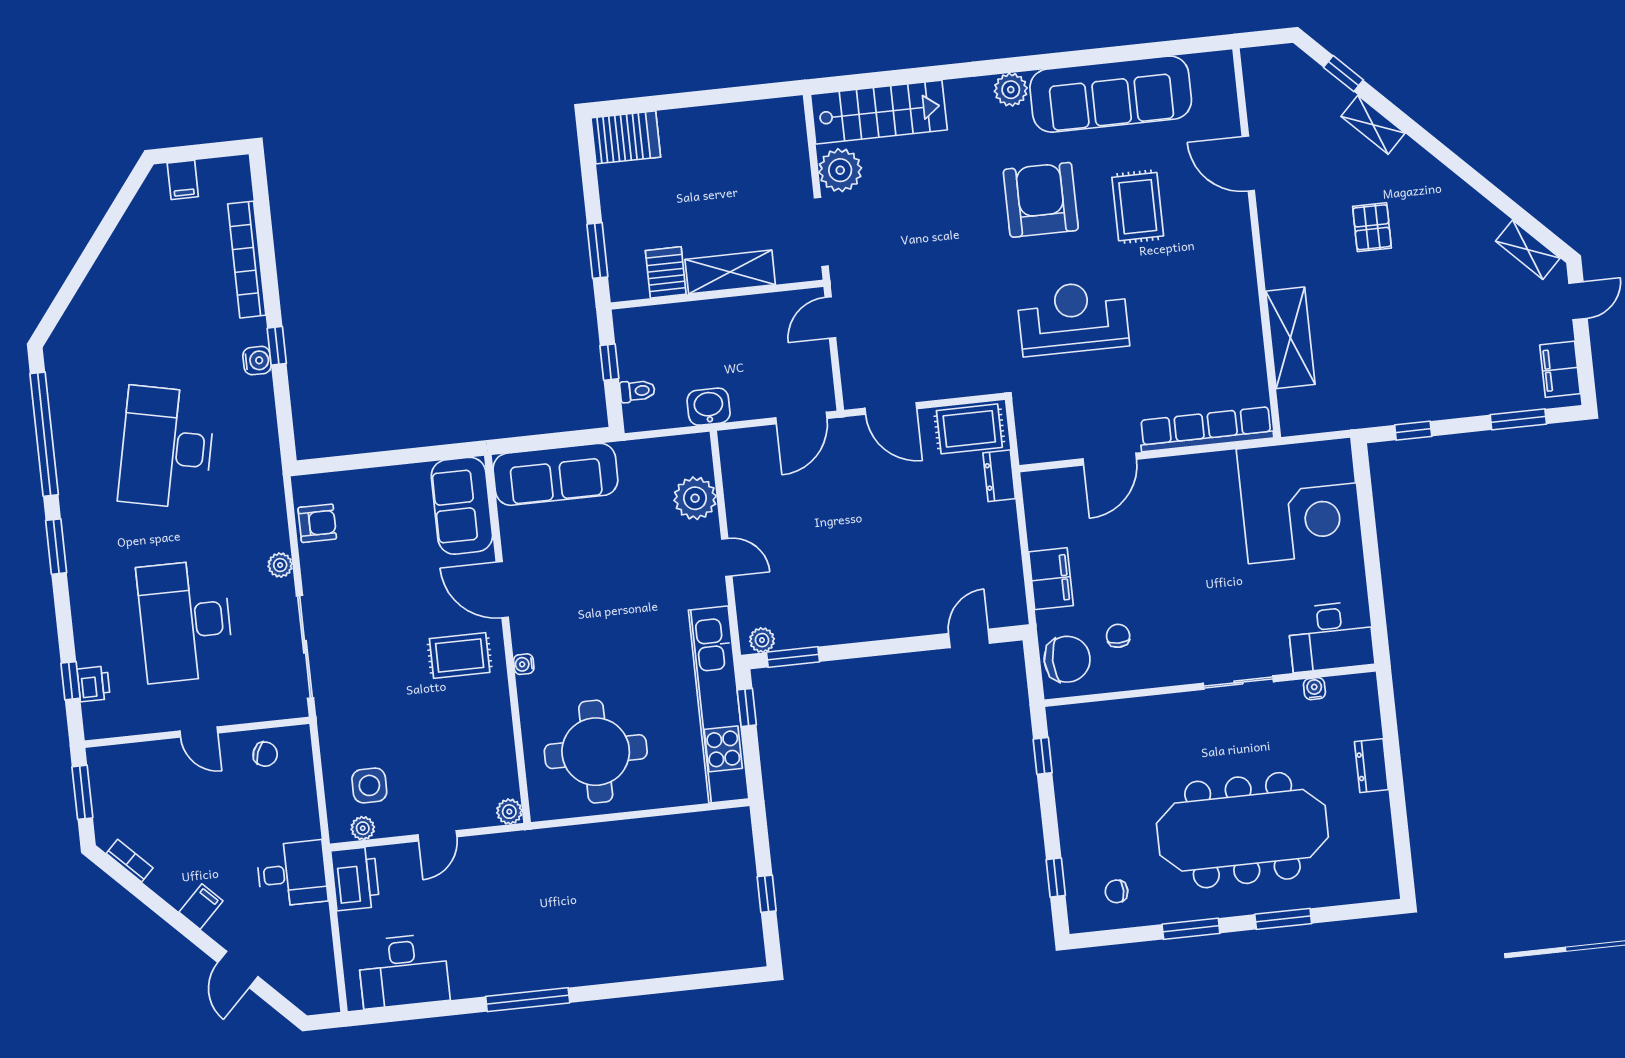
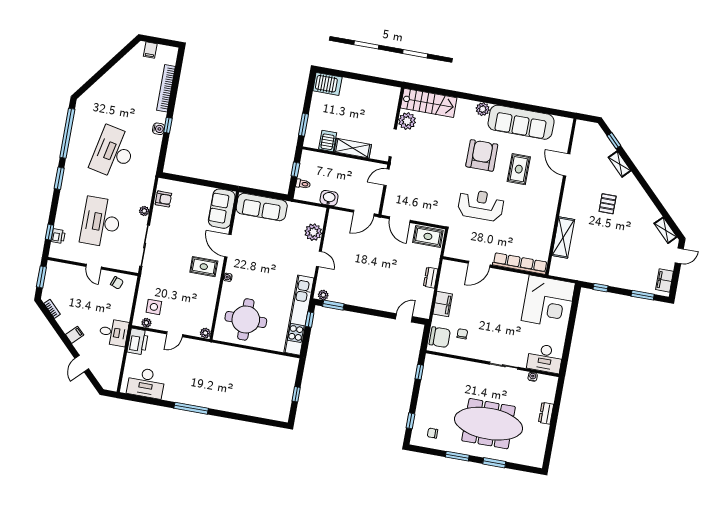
dresser: (999, 476) -> (431, 278), moved

